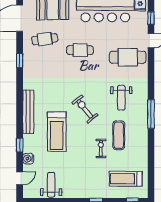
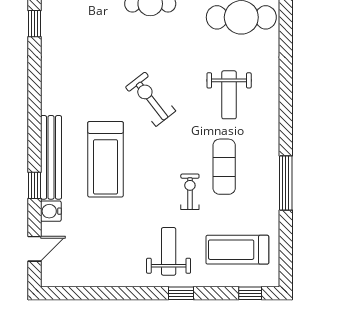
exercise bike: (85, 109) -> (150, 99), moved
bench: (28, 112) -> (51, 157), moved
window: (151, 114) -> (286, 183), moved
weight bench: (51, 185) -> (169, 251), moved

